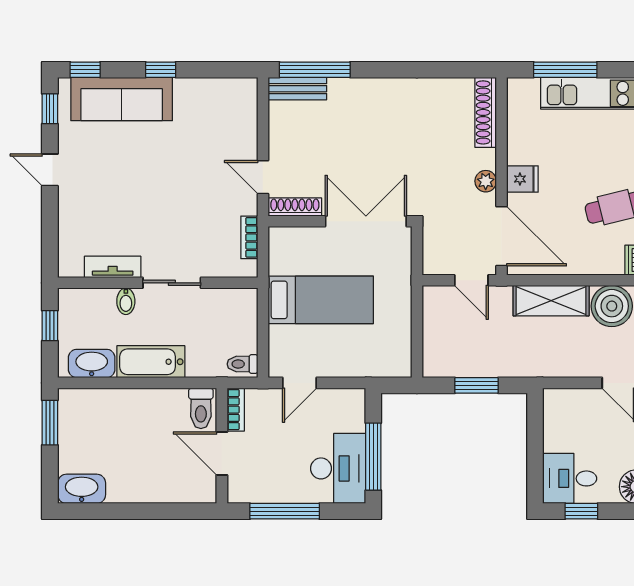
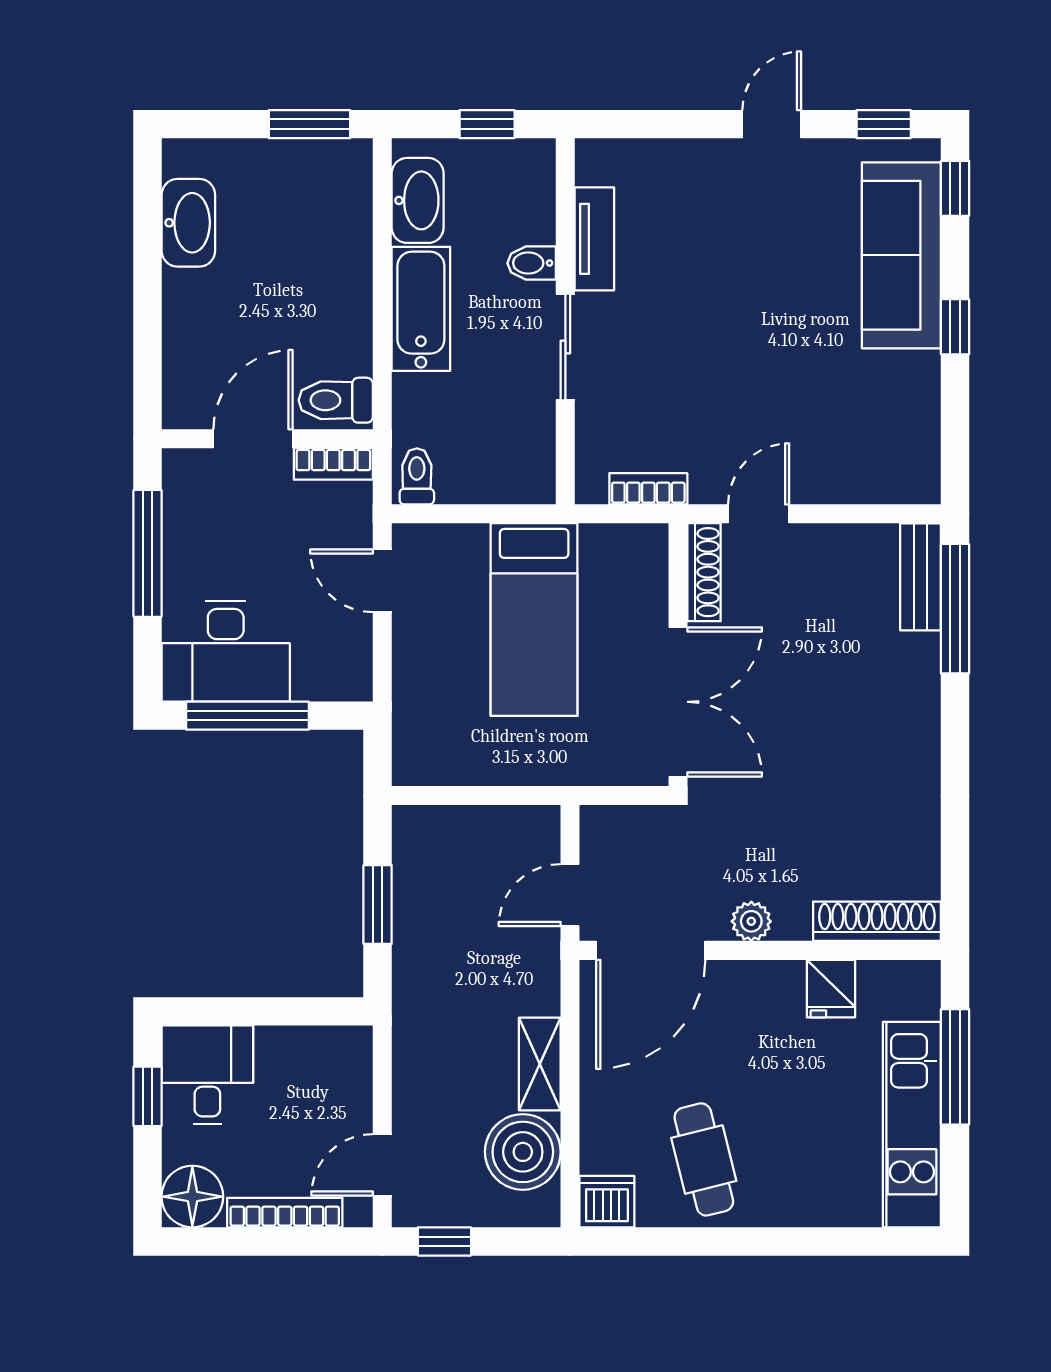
fridge: (522, 179) -> (831, 989), moved
shelving: (551, 301) -> (540, 1064), width x0.67, depth x0.75
washbasin: (82, 489) -> (188, 223), moved

